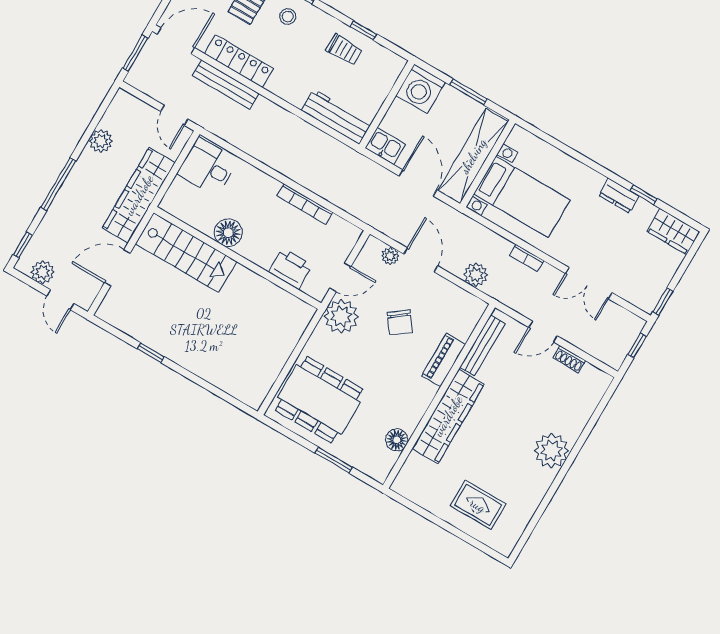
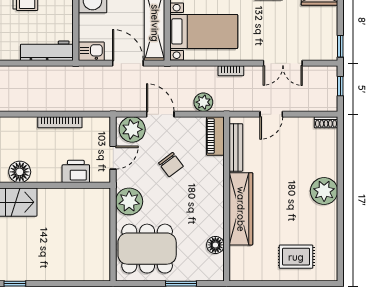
plant: (390, 256) -> (132, 129), width x1.87, depth x1.87
plant: (341, 316) -> (129, 201), moved
shoe rack: (569, 359) -> (326, 122), moved
piano: (444, 360) -> (215, 136), moved

